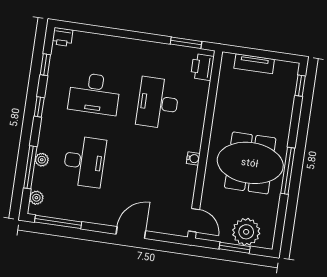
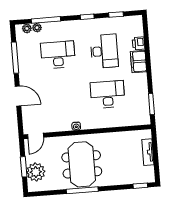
printer: (62, 37) -> (139, 43), moved
filing cabinet: (121, 48) -> (138, 62), added
printer: (202, 67) -> (138, 118), removed
desk: (94, 94) -> (104, 51), turned 180
plant: (42, 160) -> (37, 28), moved
desk: (84, 161) -> (58, 55), turned 180
window: (58, 222) -> (15, 58), moved

